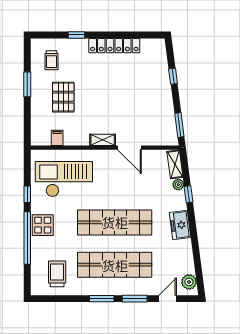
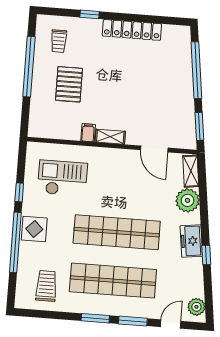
window: (173, 76) -> (196, 70), width x3.17
window: (27, 84) -> (29, 67), width x2.11
filing cabinet: (57, 138) -> (88, 133), moved
door: (129, 148) -> (154, 149), moved
checkout: (64, 179) -> (62, 178), width x0.73, depth x0.83
plant: (178, 185) -> (188, 200), width x1.87, depth x1.87
window: (188, 194) -> (206, 255), moved

